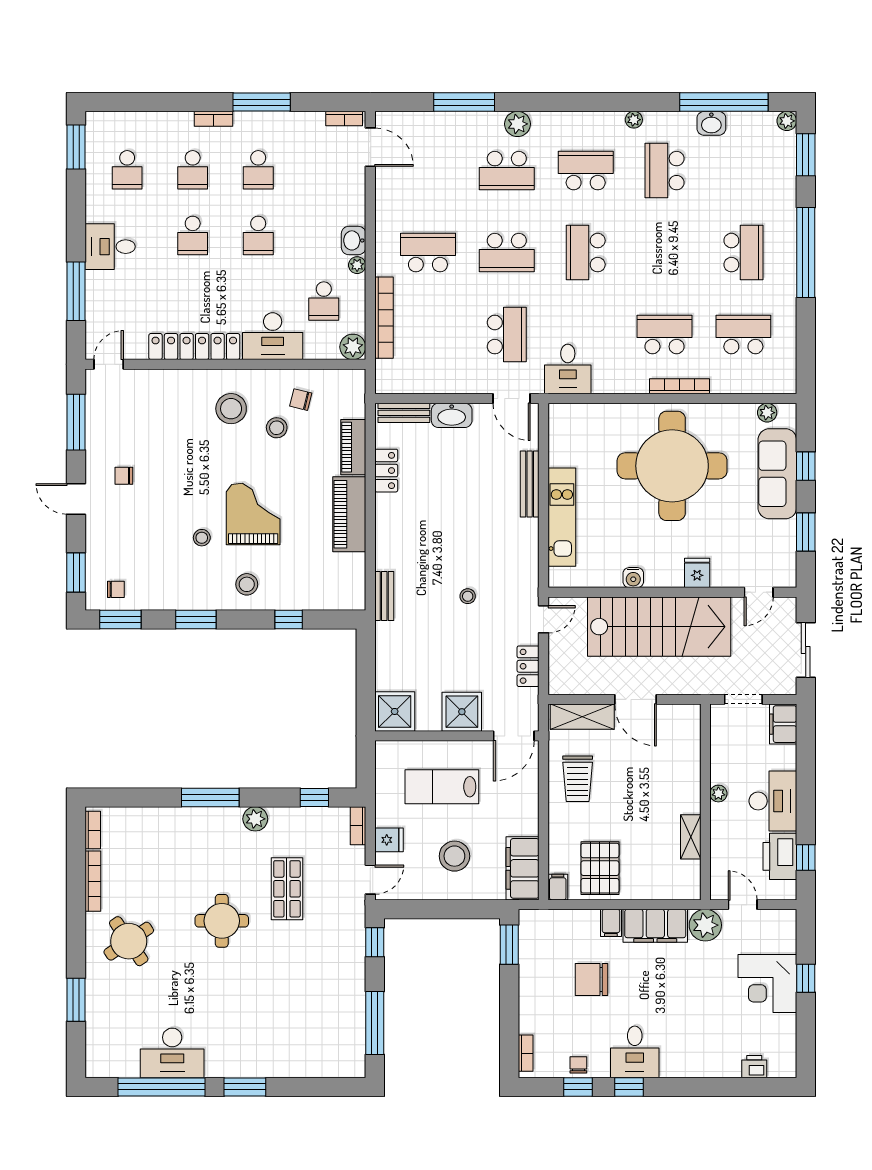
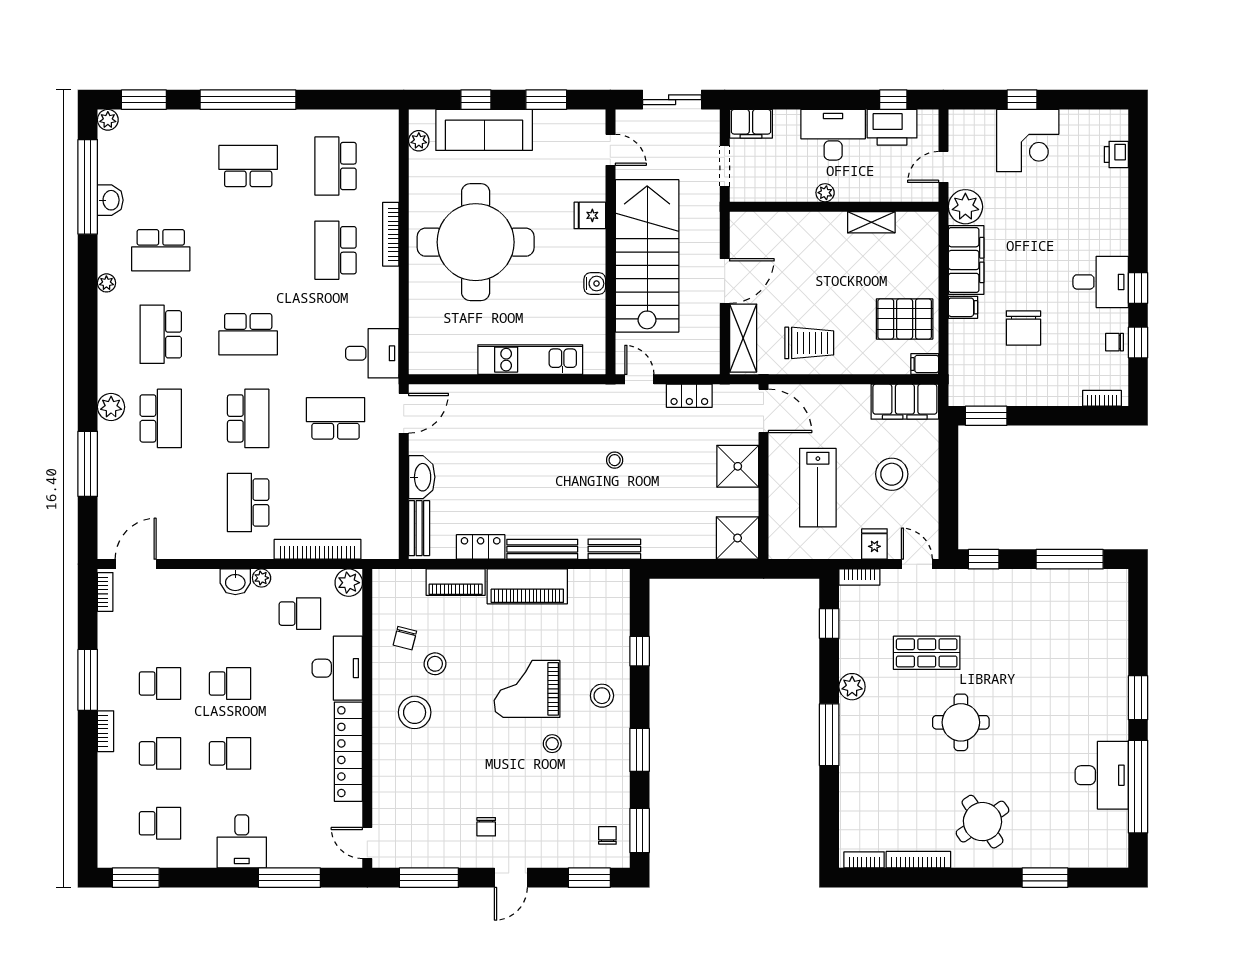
bench: (530, 484) -> (542, 549), moved

